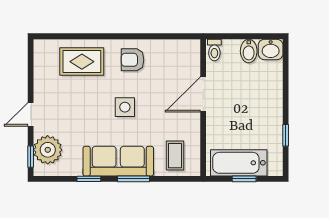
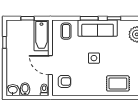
armchair: (133, 60) -> (64, 81), moved
door: (203, 94) -> (50, 65), swing flipped
bathtub: (239, 163) -> (41, 35), moved, turned 90

